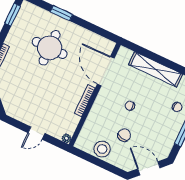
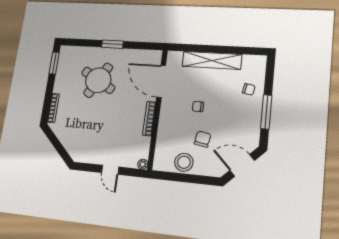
window: (61, 13) -> (112, 44), moved
round table: (50, 48) -> (98, 80), turned 30
door: (37, 133) -> (110, 170), hinge flipped

